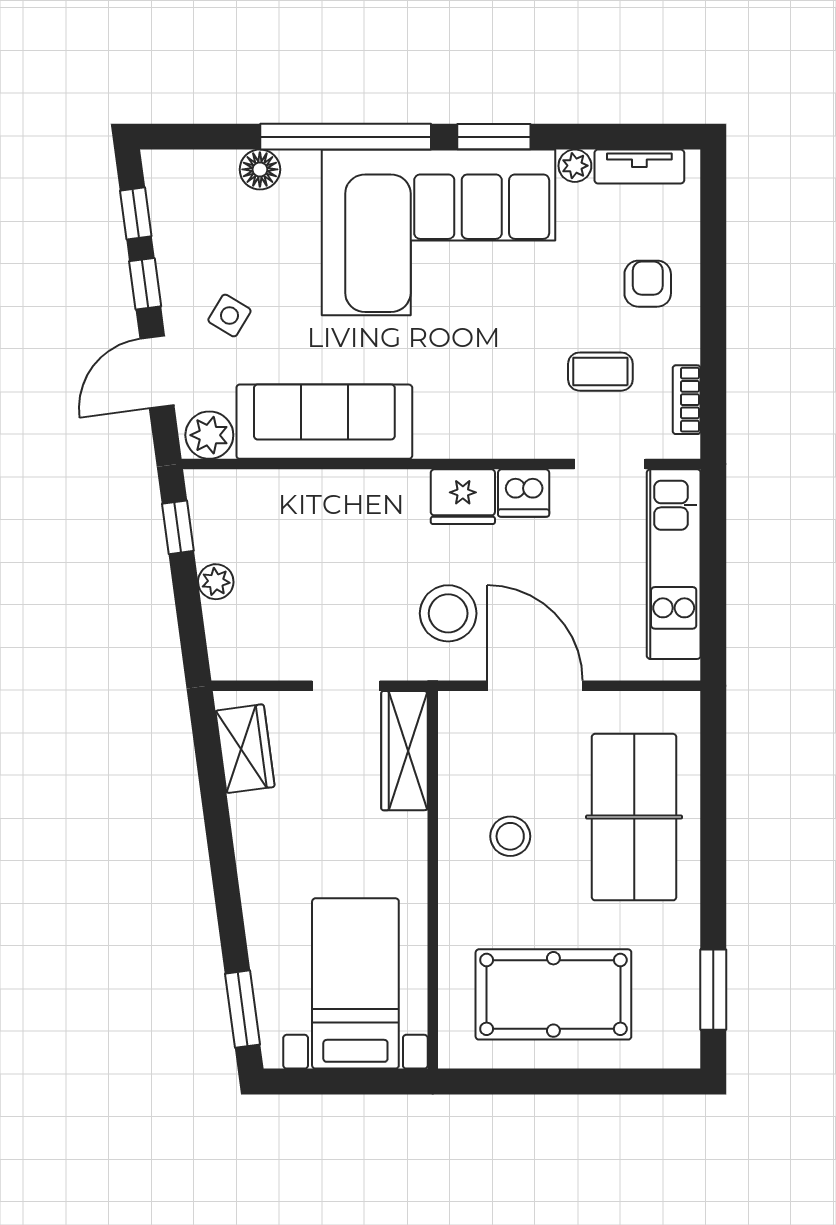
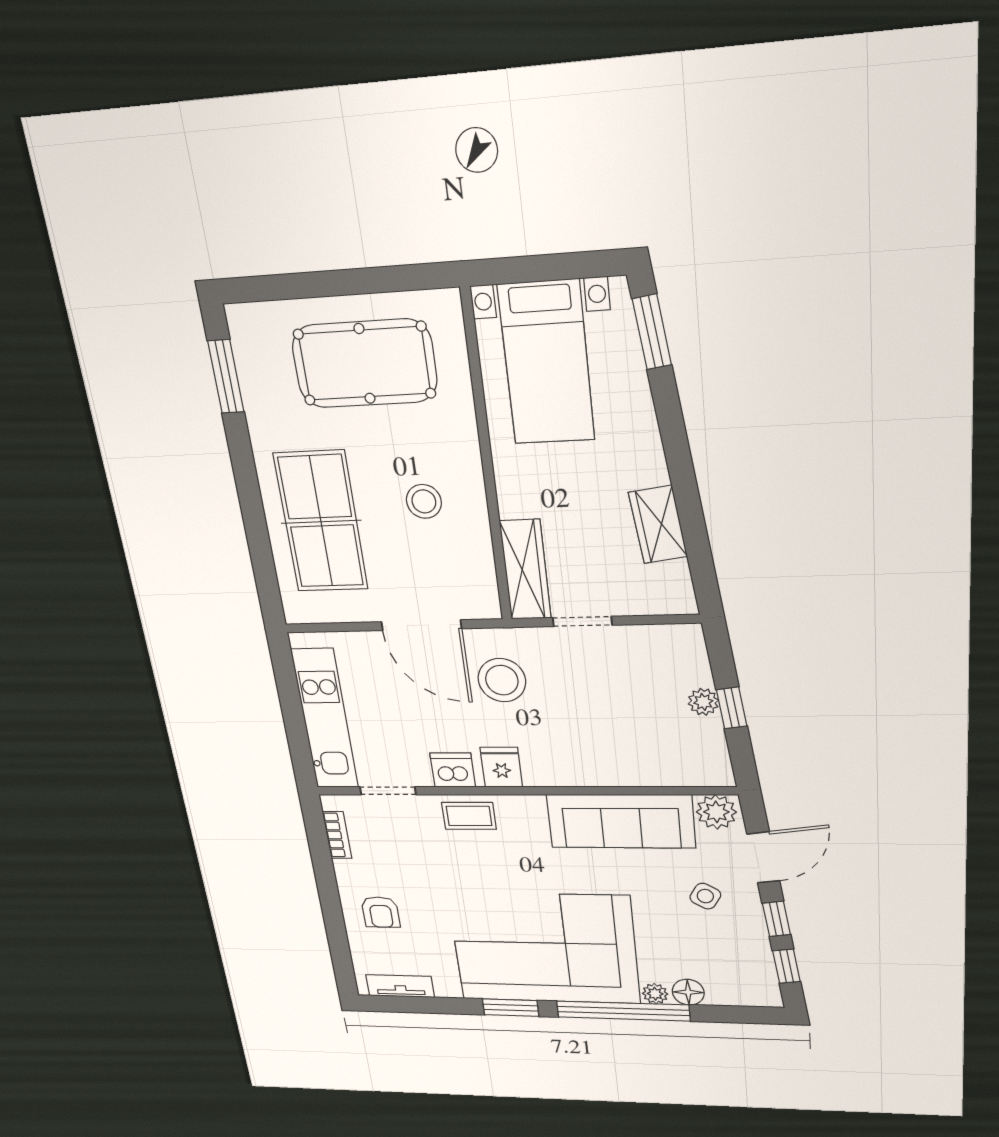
plant: (575, 166) -> (655, 994), moved
coffee table: (600, 372) -> (469, 816), moved
fridge: (463, 497) -> (501, 767), width x0.72
window: (178, 527) -> (732, 708), moved
wardrobe: (245, 749) -> (658, 525), moved

